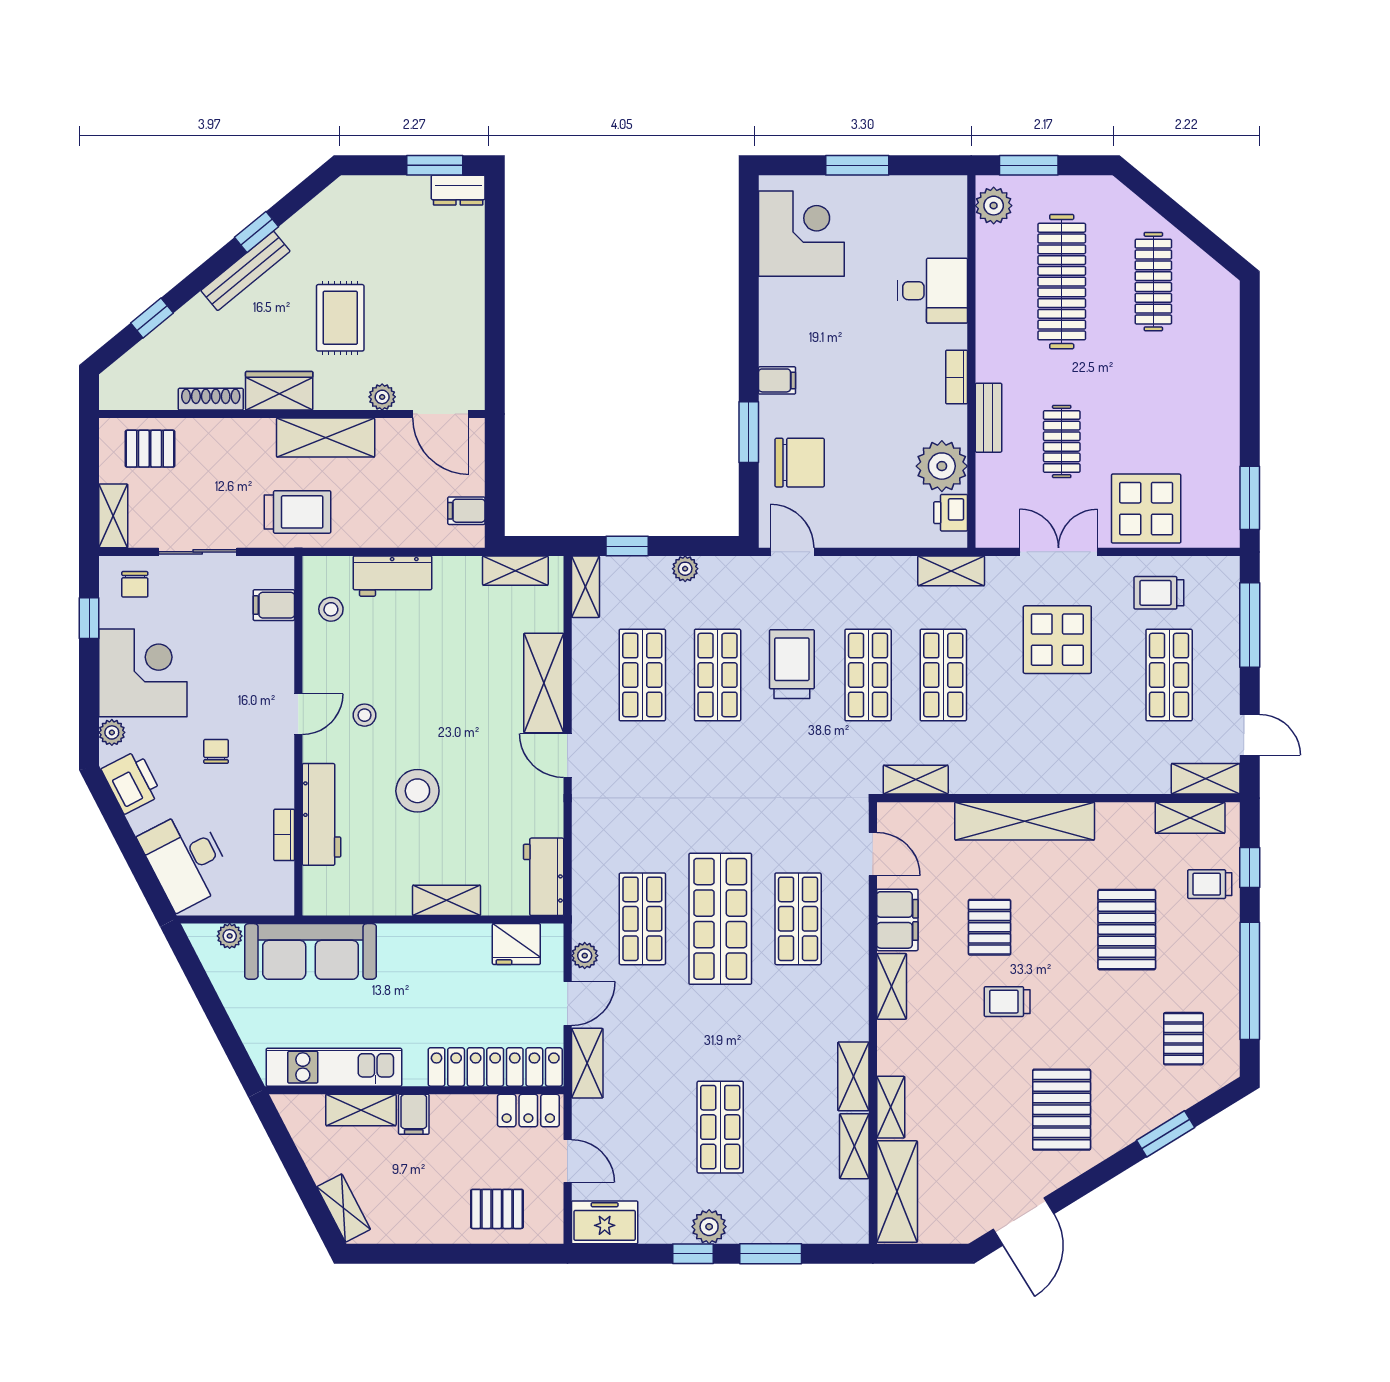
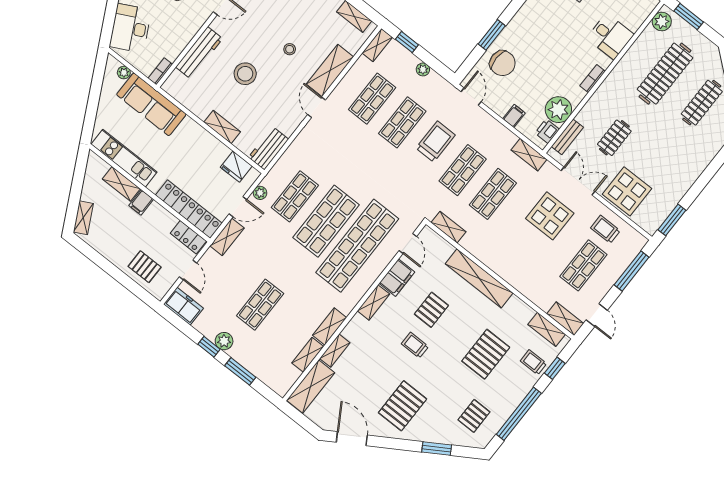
filing cabinet: (777, 380) -> (514, 116), moved, turned -90
bench: (988, 418) -> (567, 137), moved
stool: (365, 715) -> (290, 49), moved
bookcase: (284, 835) -> (160, 71), moved
shop shelf: (798, 919) -> (357, 246), width x2.00, depth x1.36
door: (1024, 1222) -> (352, 439), swing flipped

